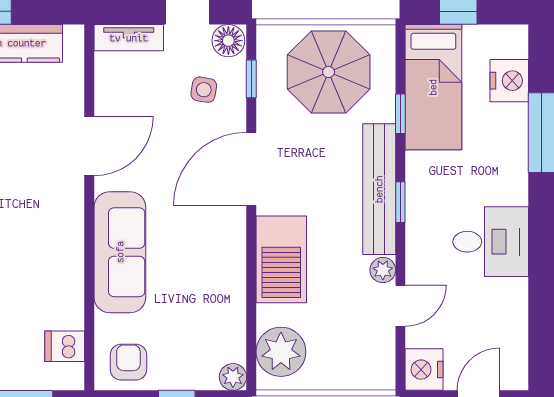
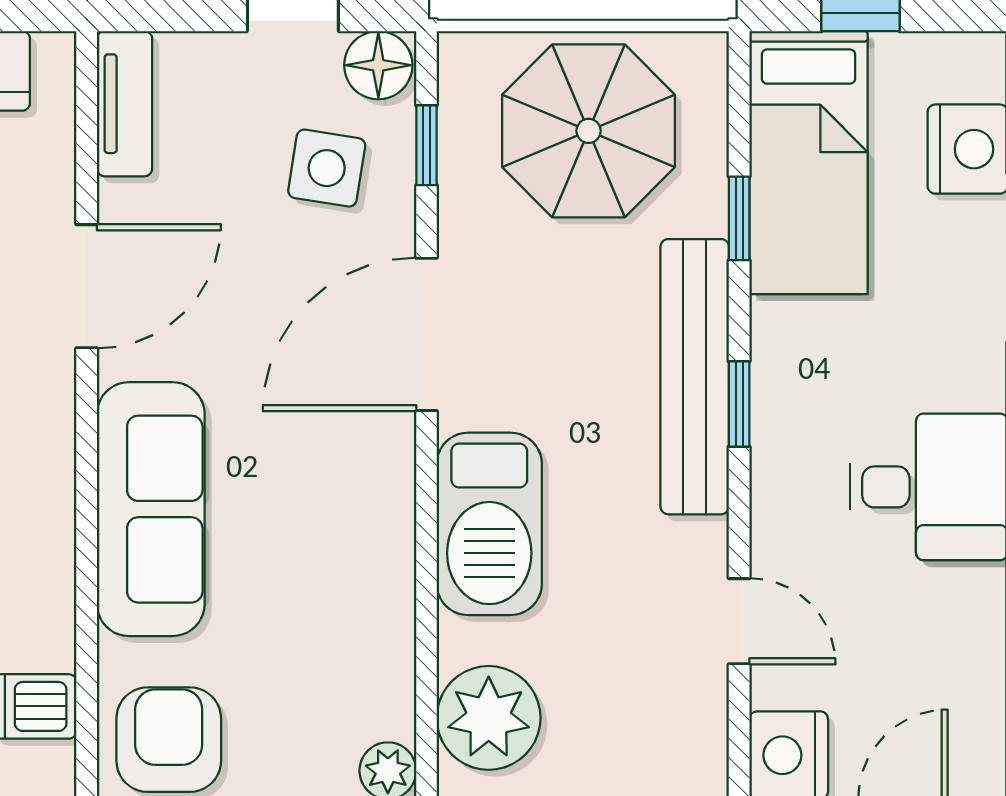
tv unit: (129, 38) -> (125, 104), moved, turned -90
side table: (204, 90) -> (327, 168), width x1.37, depth x1.37
plant: (383, 270) -> (702, 546), removed
door: (400, 306) -> (739, 621), hinge flipped
armchair: (128, 362) -> (169, 740), width x1.38, depth x1.38

